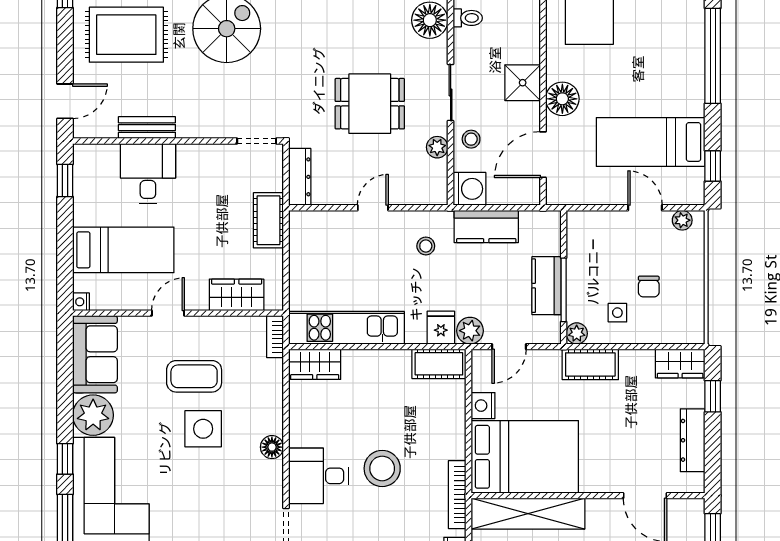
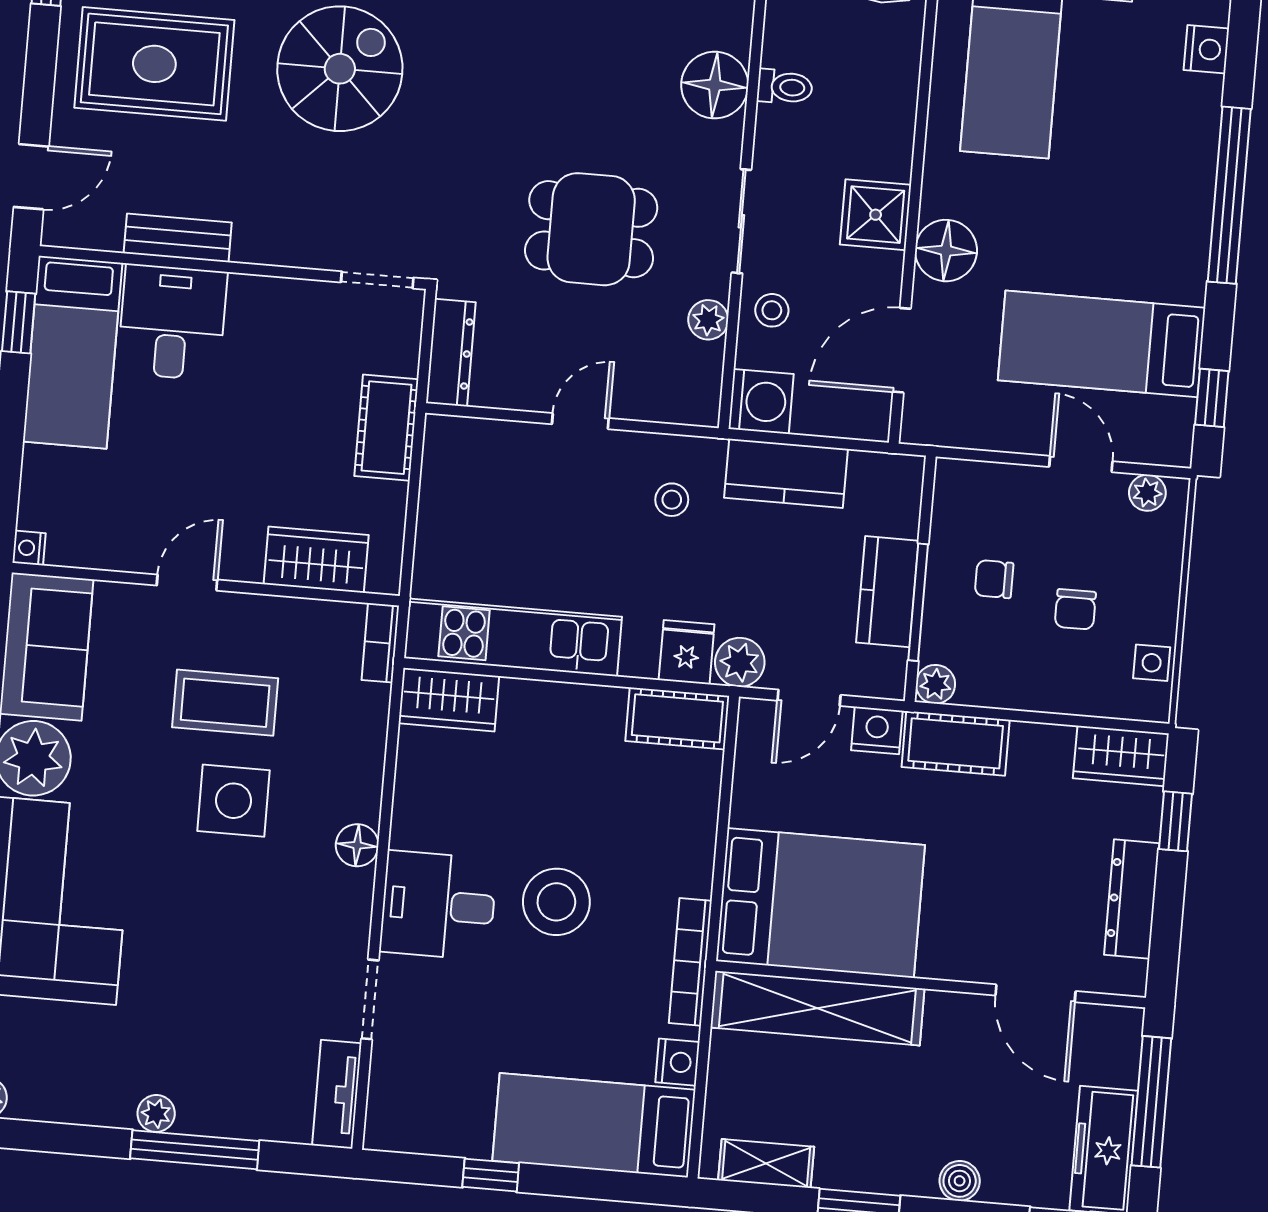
bed: (123, 250) -> (73, 352), moved, turned 90
chair: (603, 274) -> (994, 579), added
side table: (617, 313) -> (1152, 663), moved
nightstand: (483, 406) -> (877, 730), moved, turned 90

